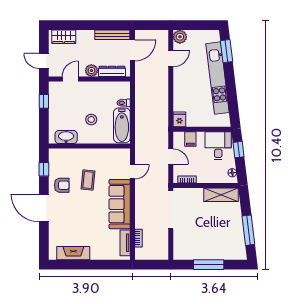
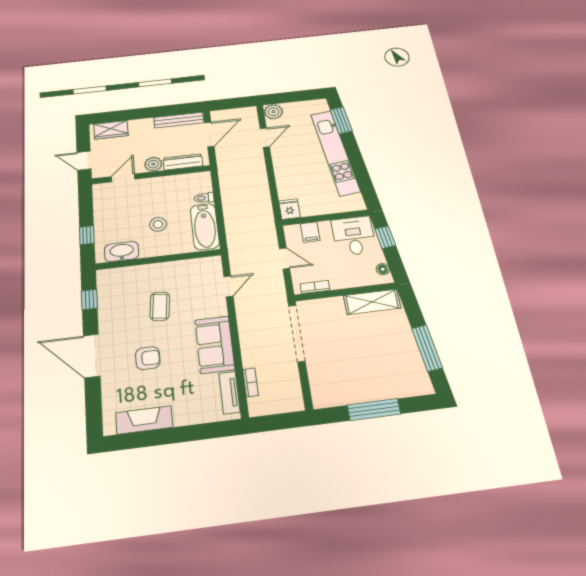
window: (44, 101) -> (87, 235), moved
armchair: (62, 185) -> (148, 358), moved
sofa: (120, 204) -> (215, 345), width x0.73

